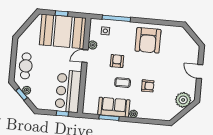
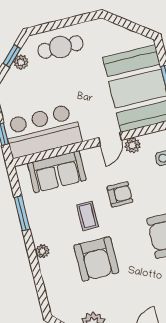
door: (85, 56) -> (110, 139), swing flipped
armchair: (148, 86) -> (96, 259), width x1.88, depth x1.88
sofa: (114, 107) -> (57, 172), moved, turned 90

